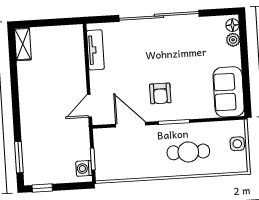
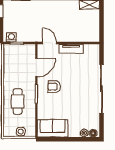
tv unit: (95, 50) -> (71, 49), moved

